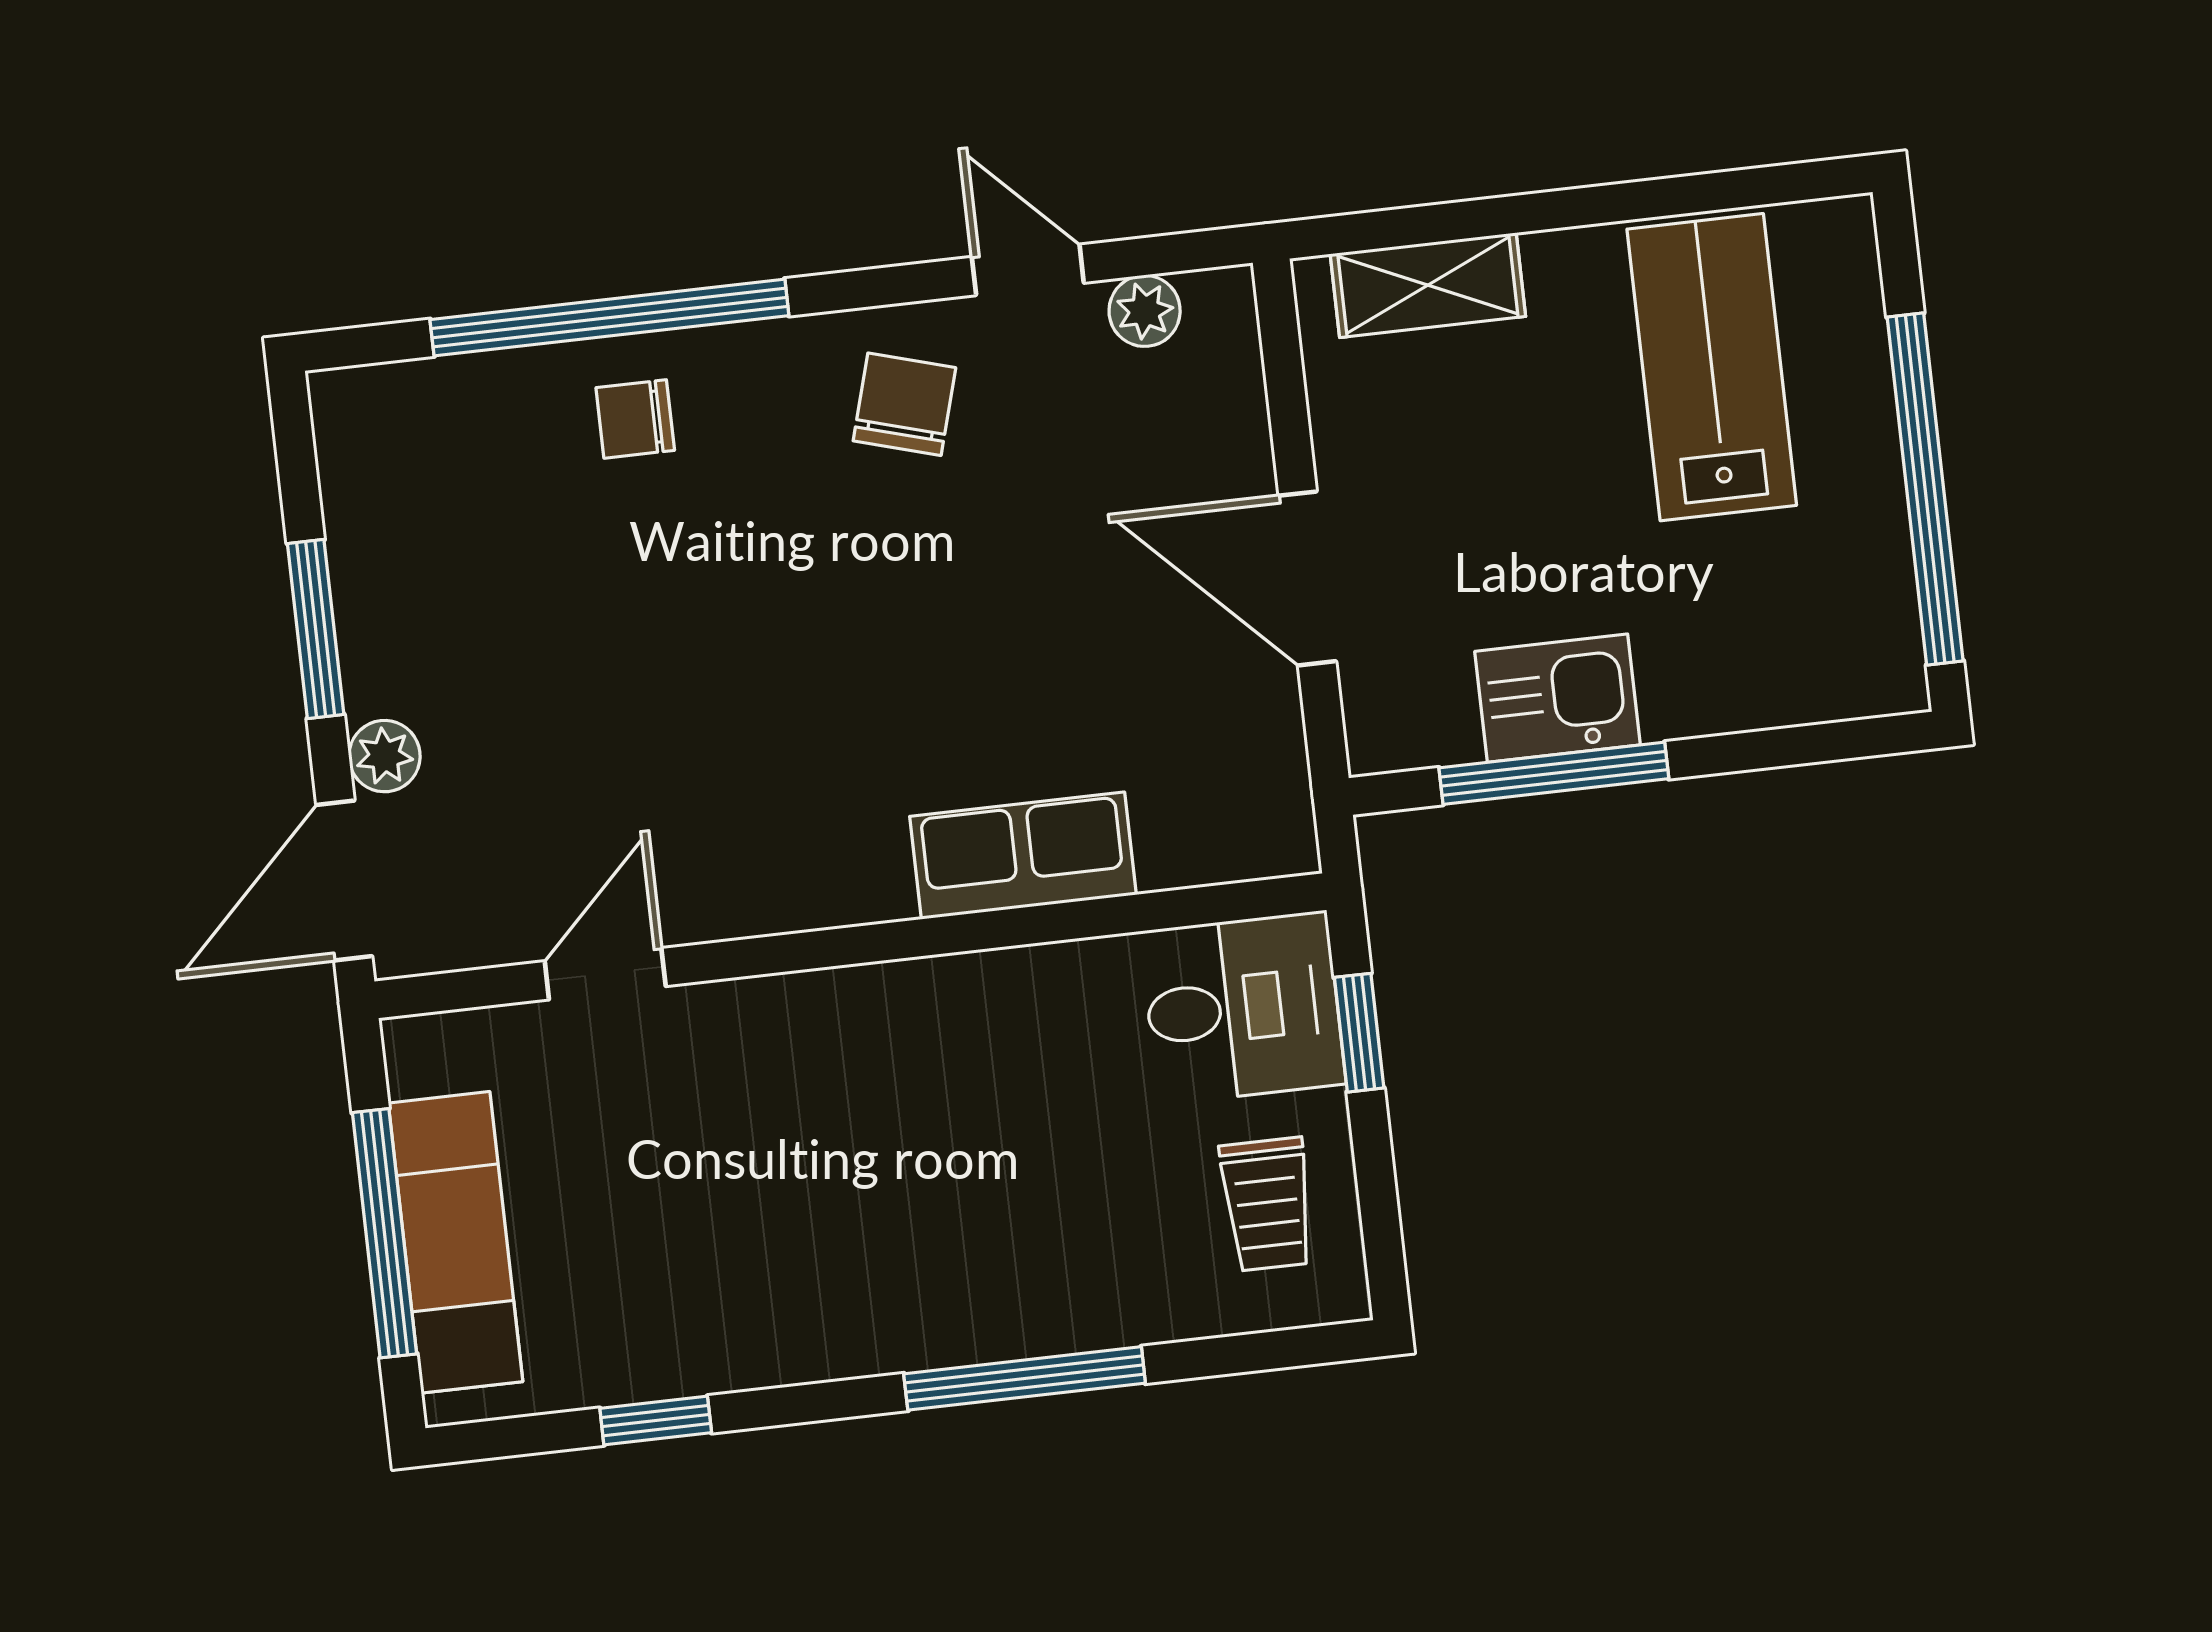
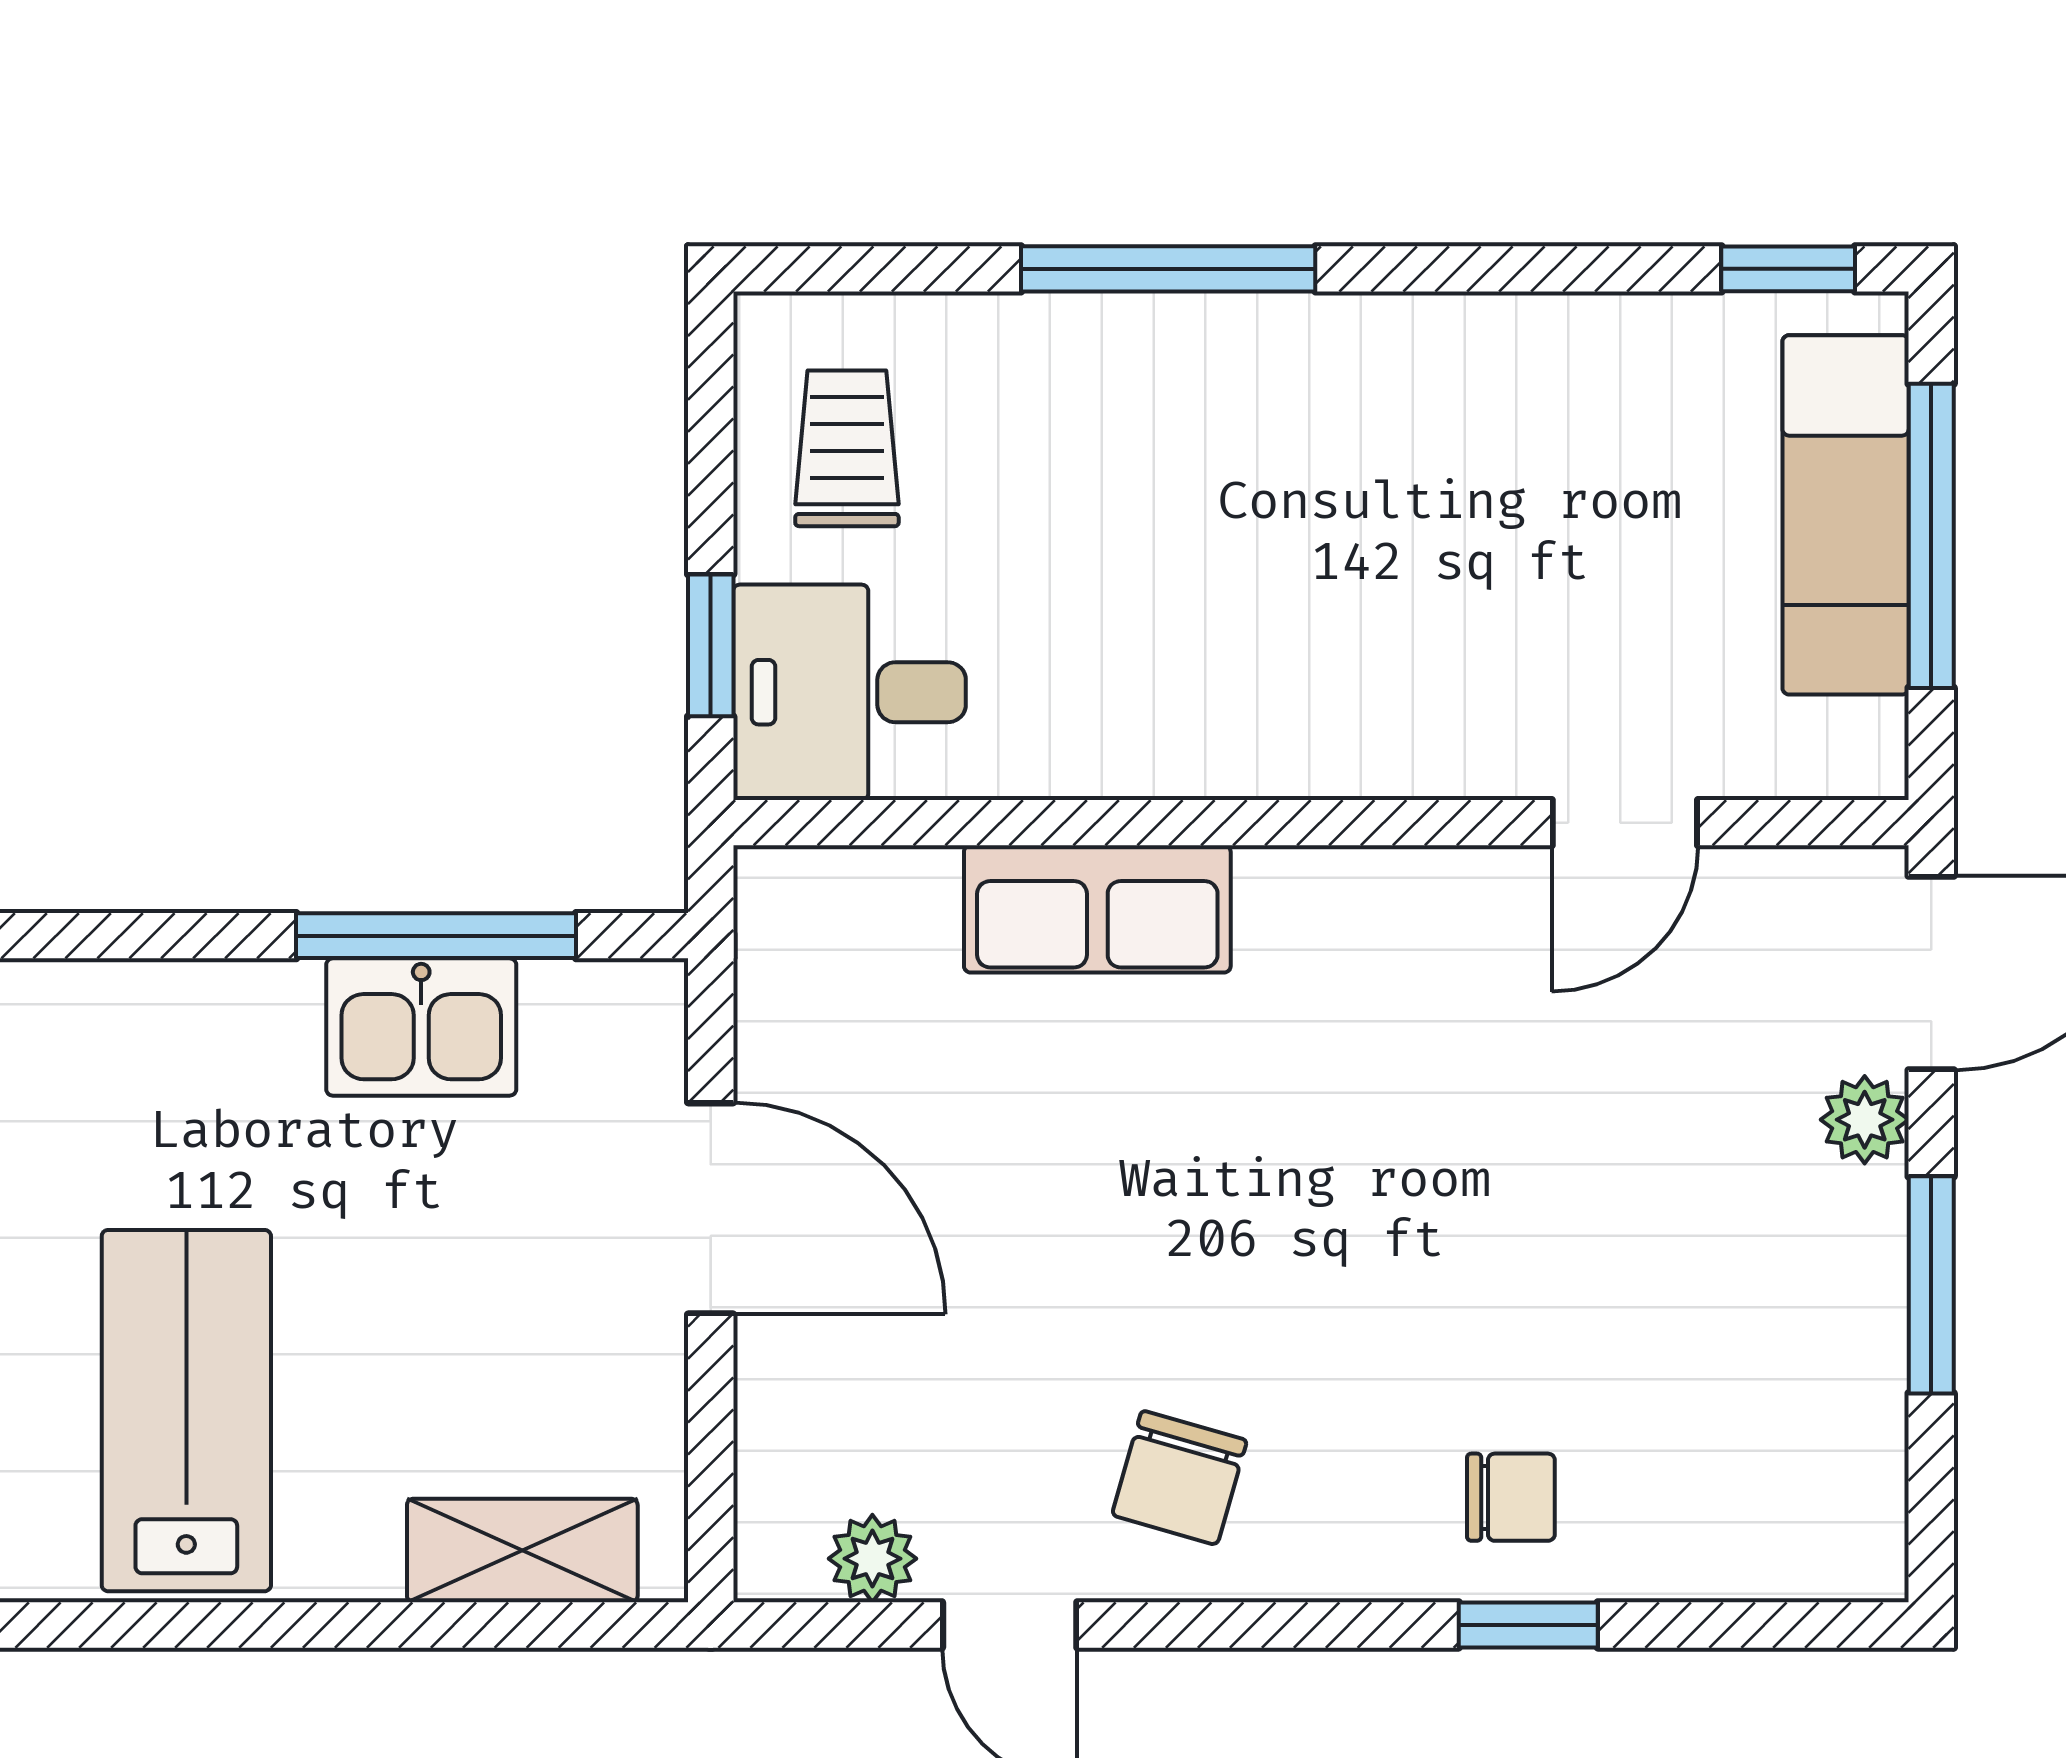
window: (609, 318) -> (1528, 1625), width x0.32
lab bench: (1712, 367) -> (186, 1411), turned 180
window: (656, 1421) -> (1788, 269), moved

